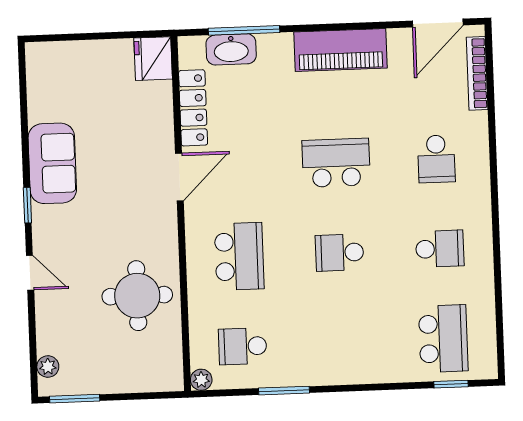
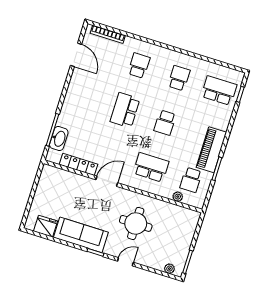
door: (438, 23) -> (76, 55), moved
piano: (341, 50) -> (211, 150), moved, turned 180
fridge: (153, 59) -> (46, 226), moved, turned 180
school desk: (436, 159) -> (139, 66), turned -90
sofa: (52, 163) -> (81, 235), width x1.36
door: (179, 177) -> (107, 181), hinge flipped
round table: (137, 296) -> (136, 223), moved
plant: (201, 380) -> (178, 197), moved

